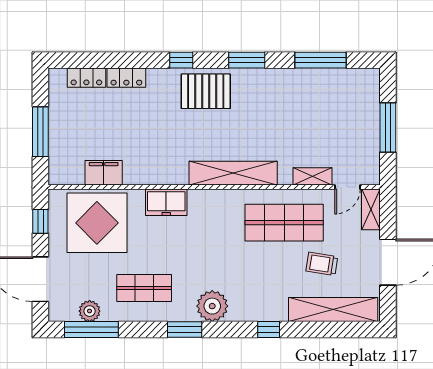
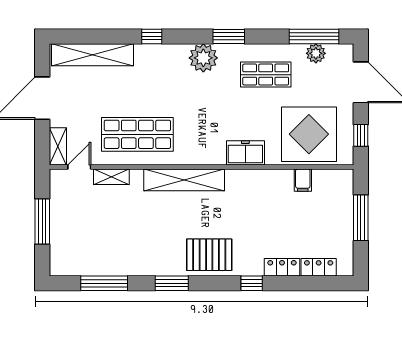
window: (181, 60) -> (252, 283), moved
filing cabinet: (104, 173) -> (303, 180), width x0.50
trolley: (322, 264) -> (103, 97), removed

